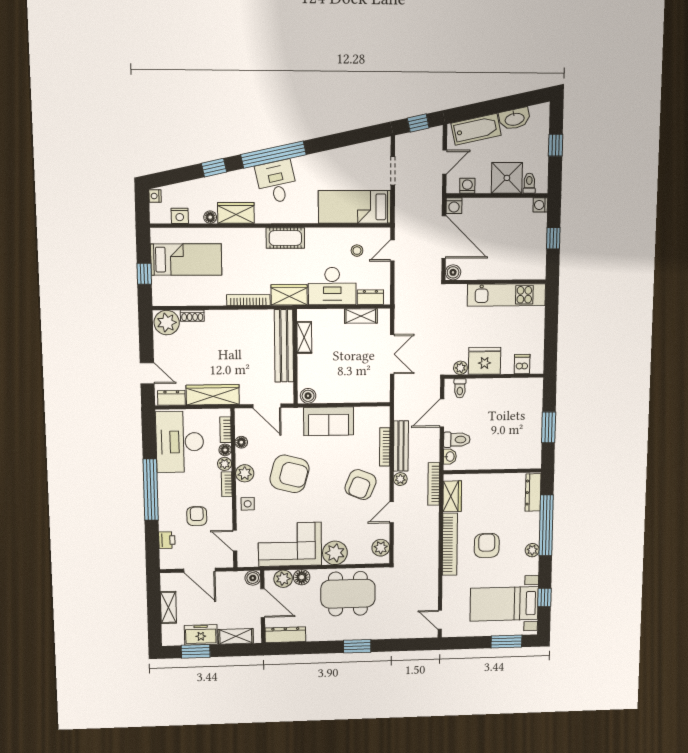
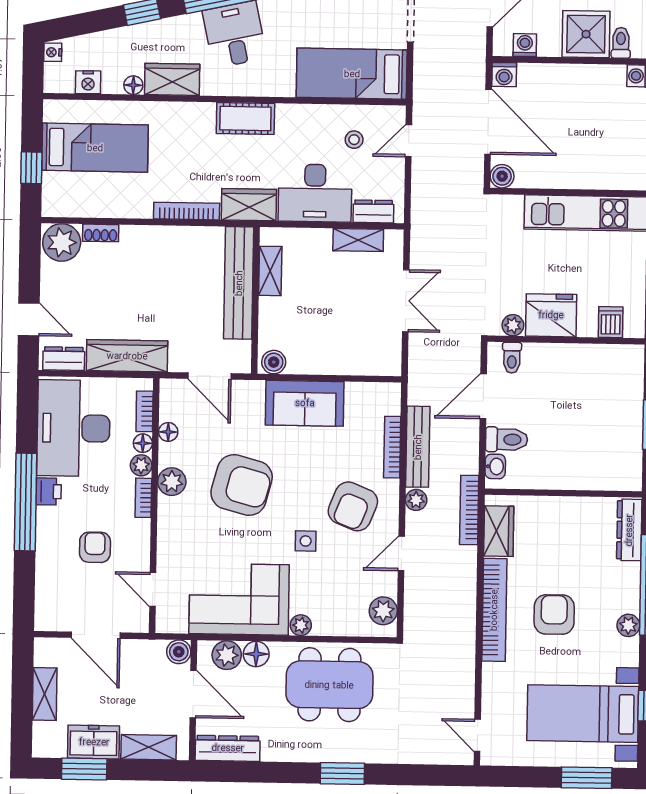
side table: (248, 504) -> (306, 541), moved
printer: (167, 540) -> (49, 492), moved
plant: (335, 553) -> (301, 625), width x0.53, depth x0.53

